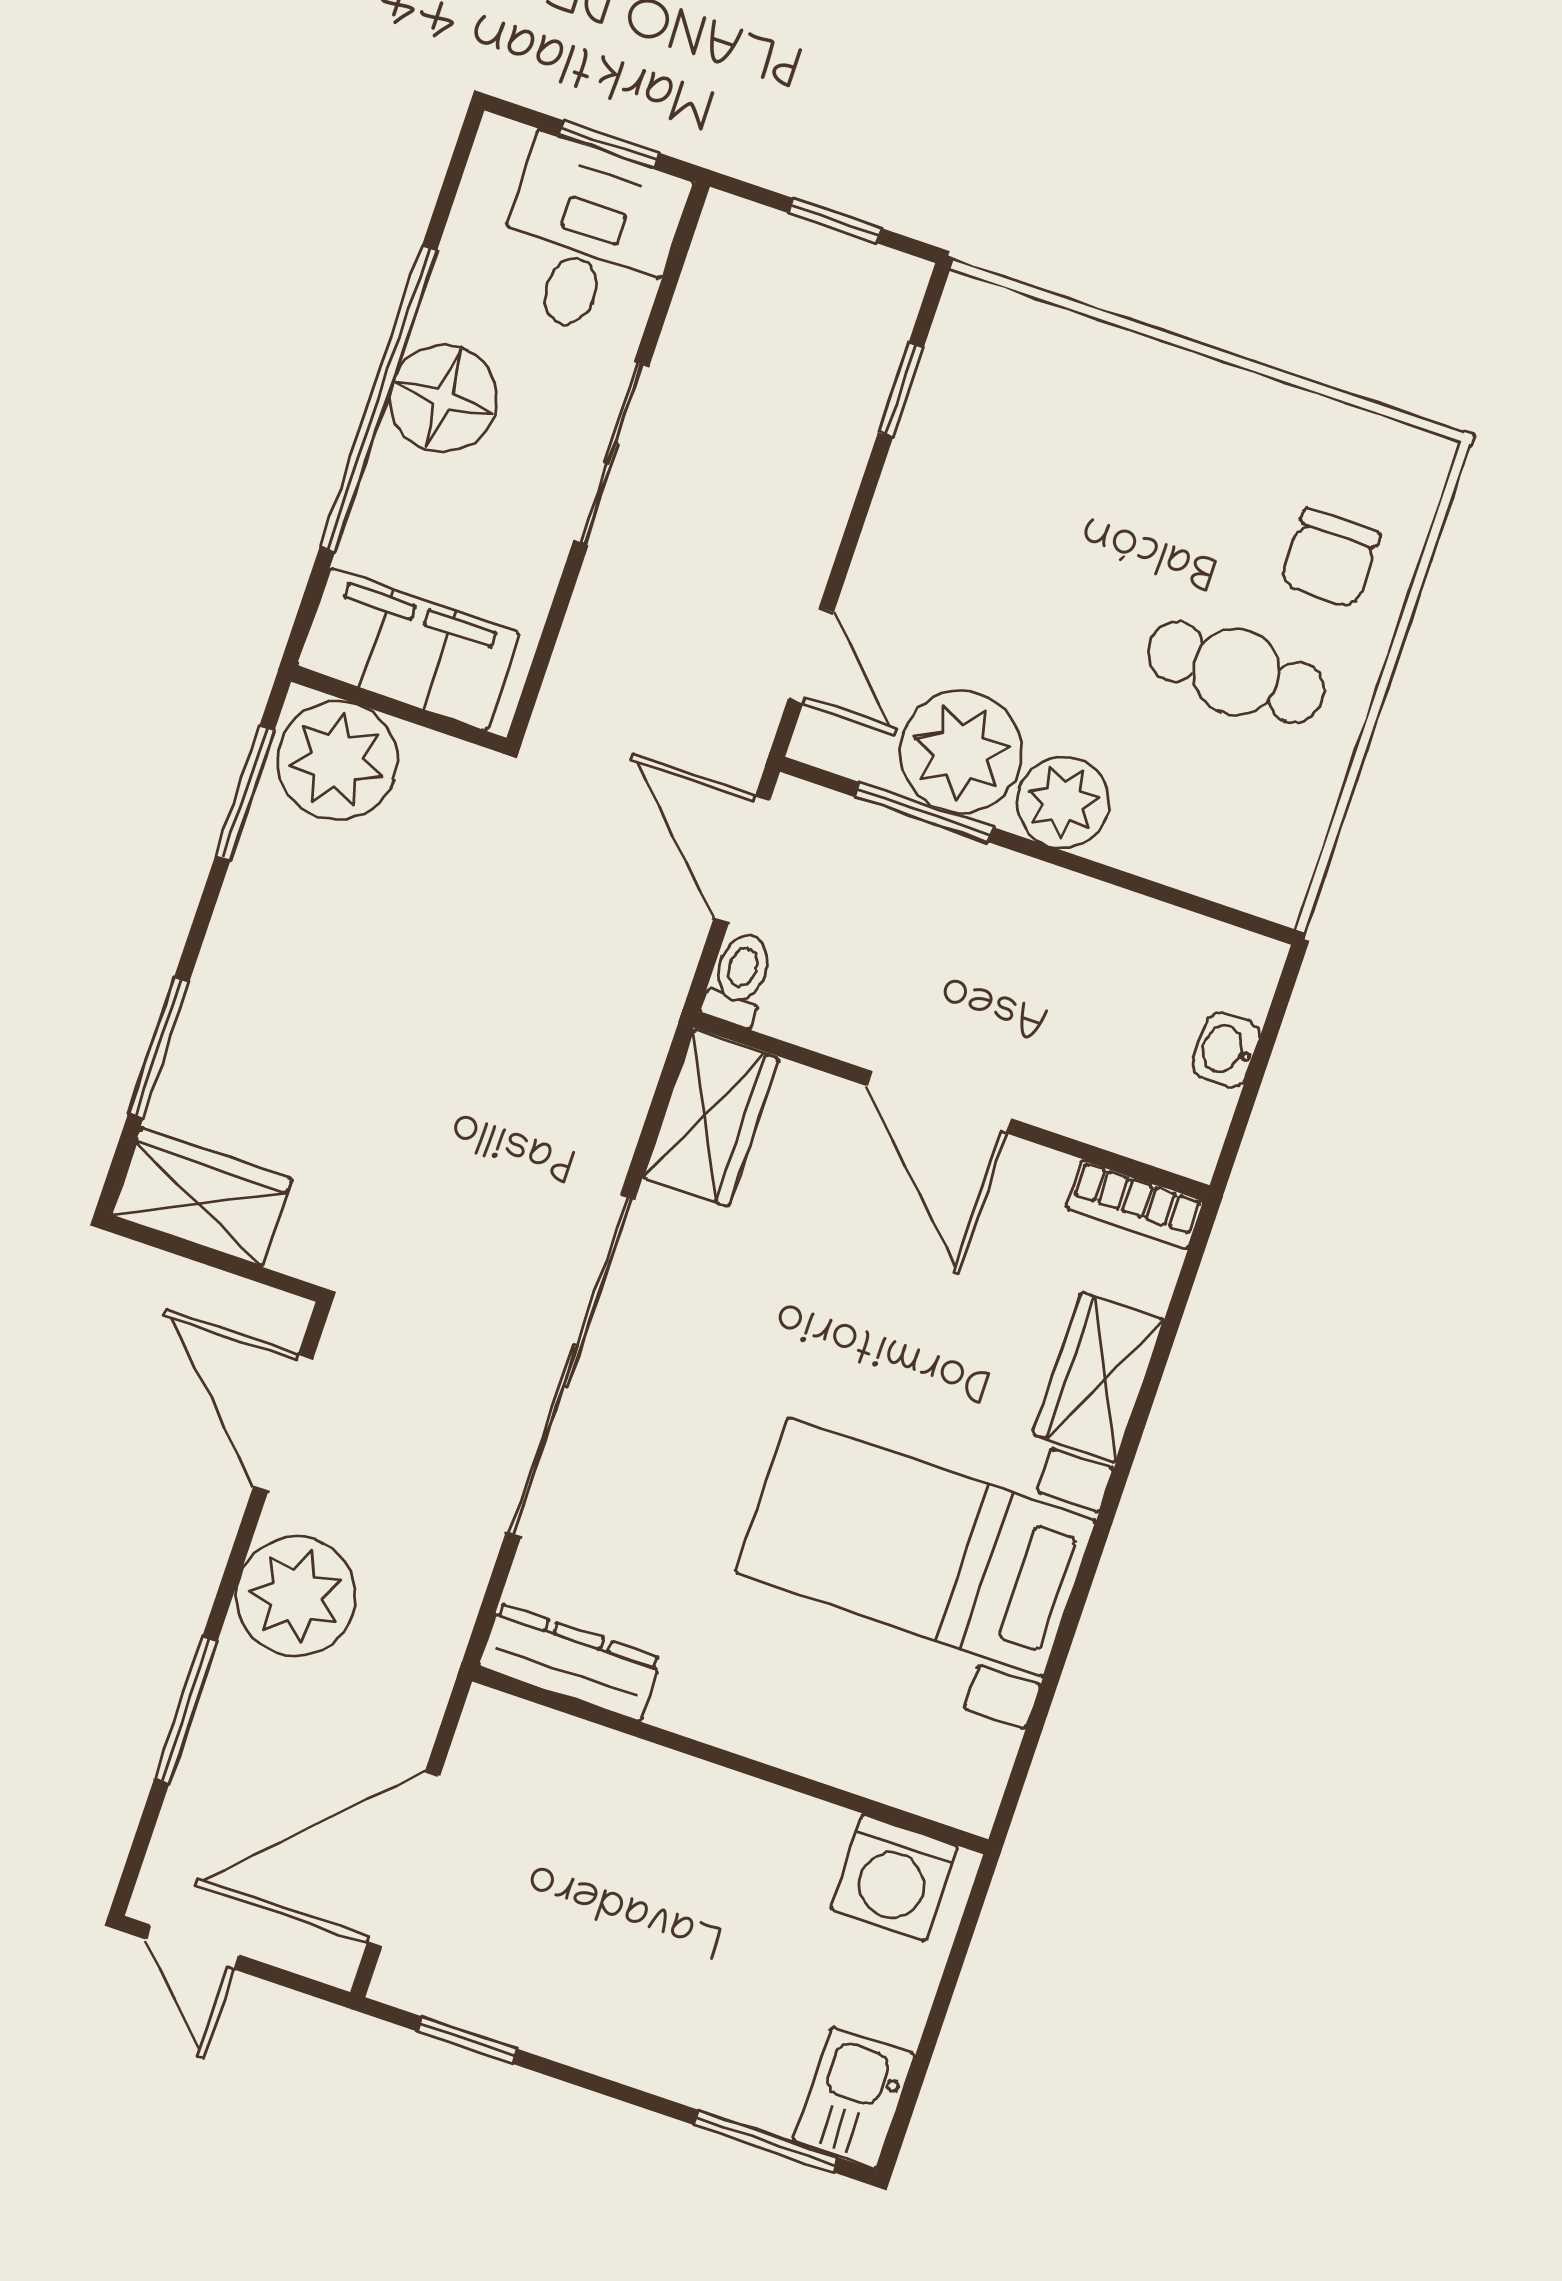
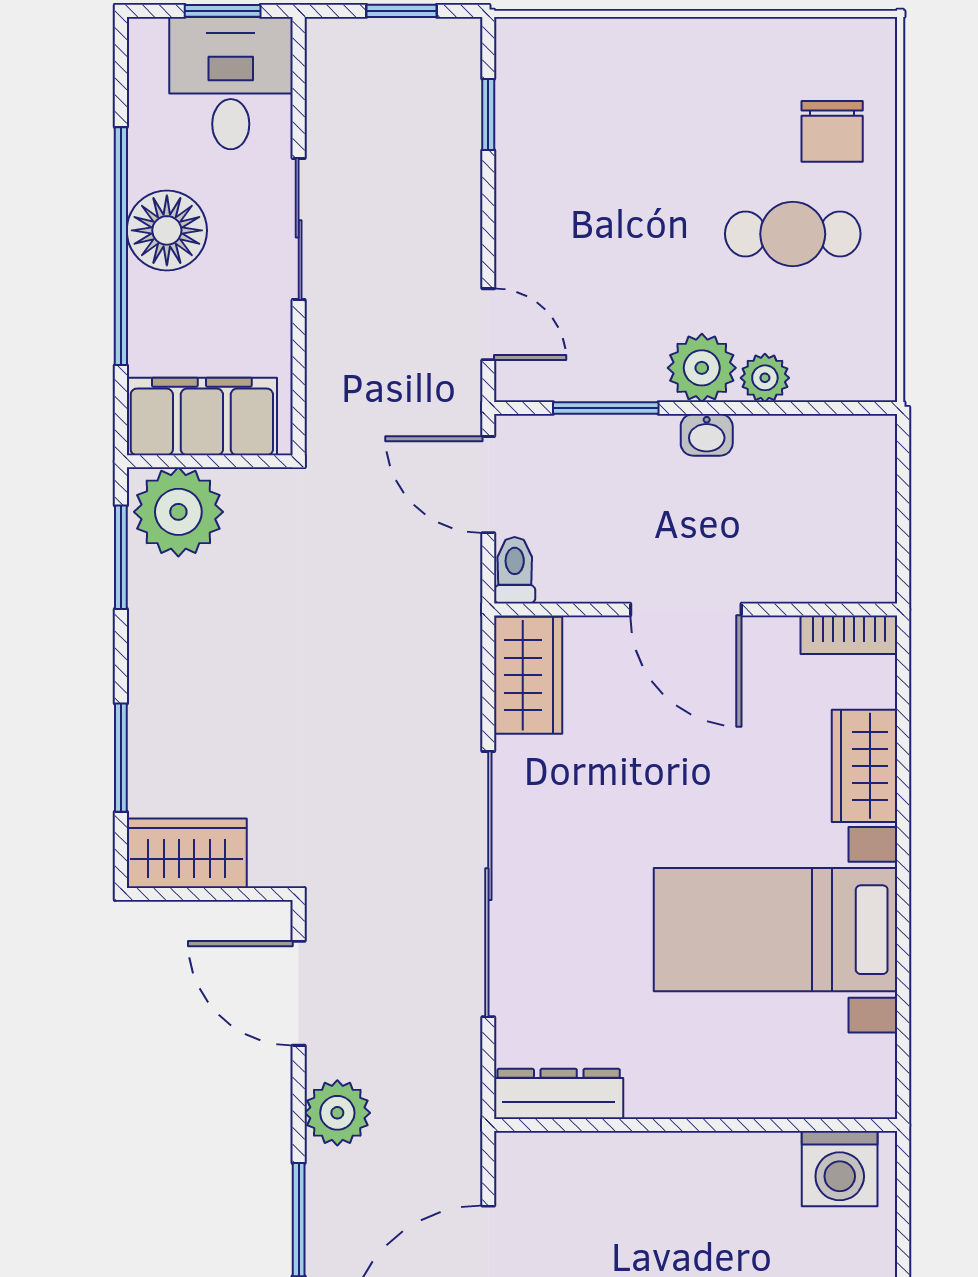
plant: (961, 752) -> (765, 378), moved, width x0.53, depth x0.53
washbasin: (1226, 1050) -> (707, 435), moved, turned -90
plant: (296, 1596) -> (337, 1113), width x0.73, depth x0.73

